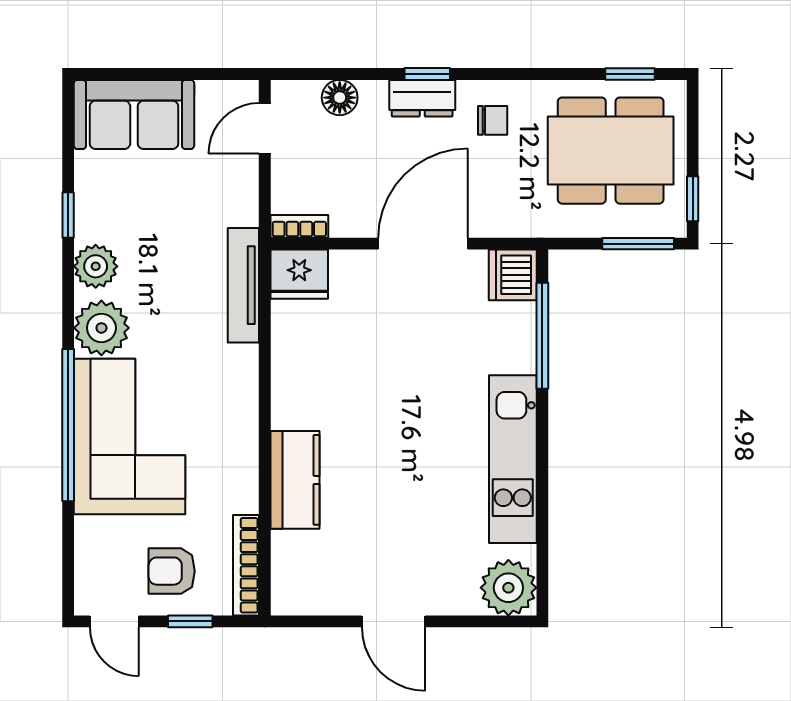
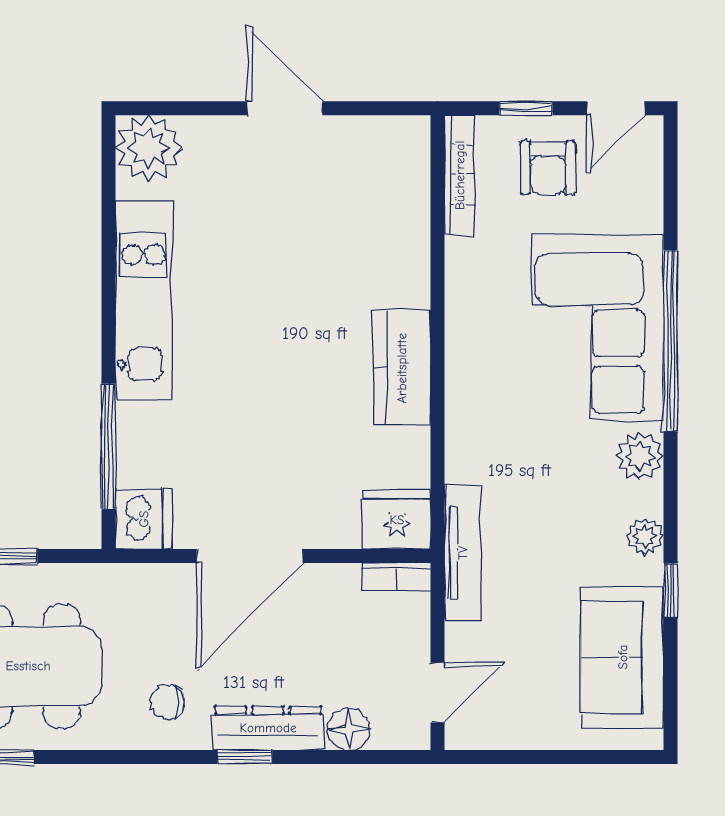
dresser: (422, 98) -> (268, 728), width x1.44
sofa: (134, 114) -> (623, 657), moved, turned -90
plant: (96, 266) -> (645, 536), width x0.73, depth x0.73
tv unit: (243, 285) -> (463, 553), moved
plant: (101, 328) -> (640, 456), width x0.73, depth x0.73
kitchen counter: (295, 480) -> (402, 368), moved
armchair: (172, 571) -> (548, 168), turned 90
door: (114, 621) -> (616, 108), swing flipped

